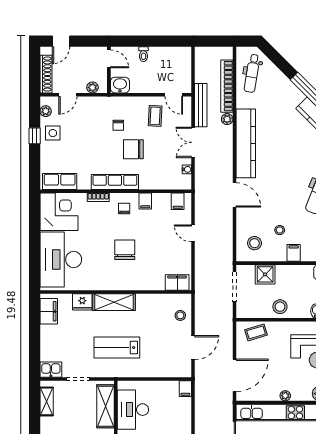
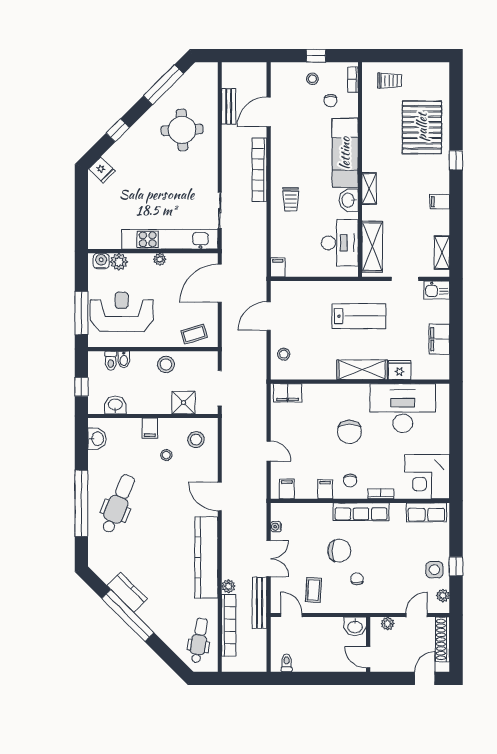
toilet: (143, 54) -> (287, 663), moved
desk: (61, 259) -> (403, 408), moved, turned -90
filing cabinet: (49, 311) -> (439, 339), moved

